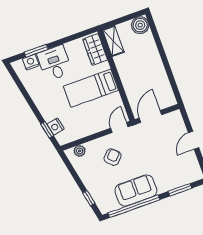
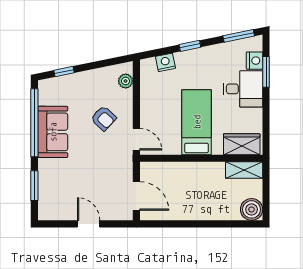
window: (17, 80) -> (239, 36), added
door: (150, 116) -> (136, 196), moved
window: (47, 130) -> (190, 46), moved

